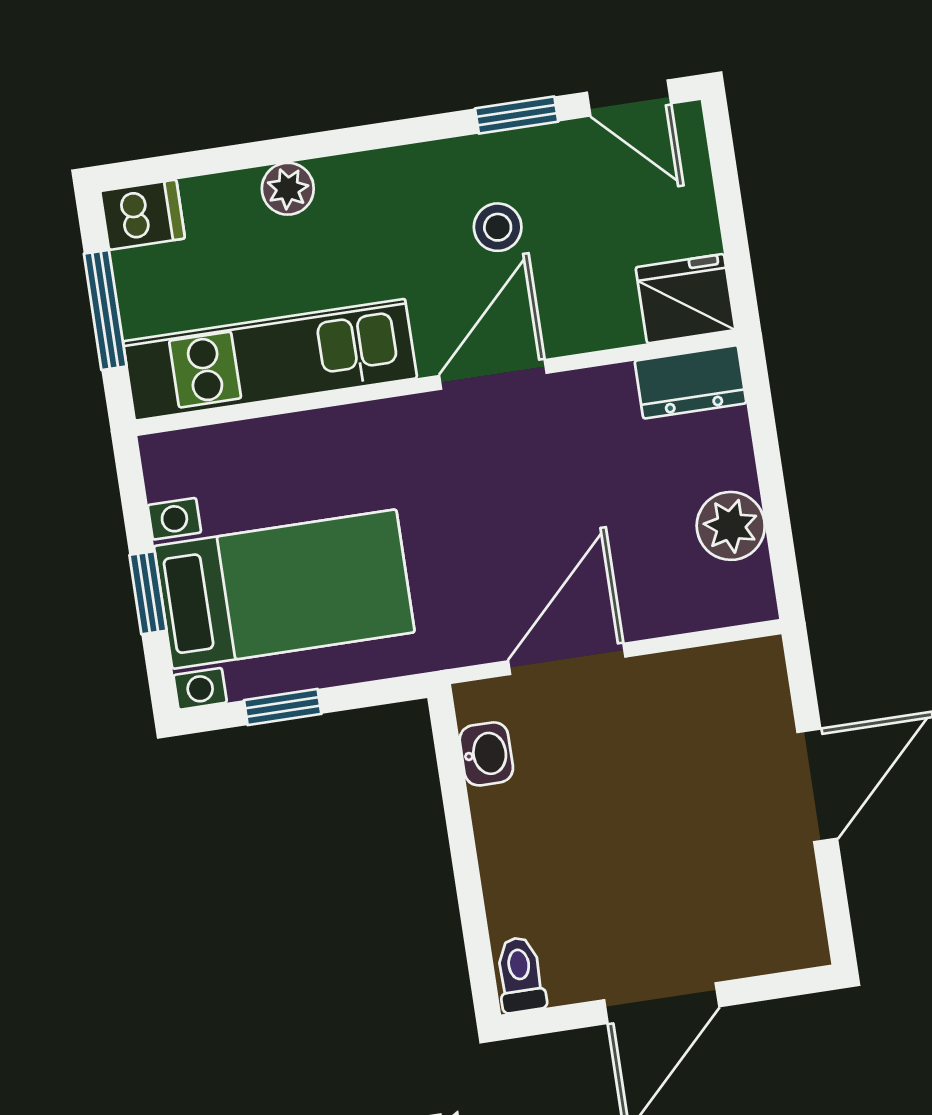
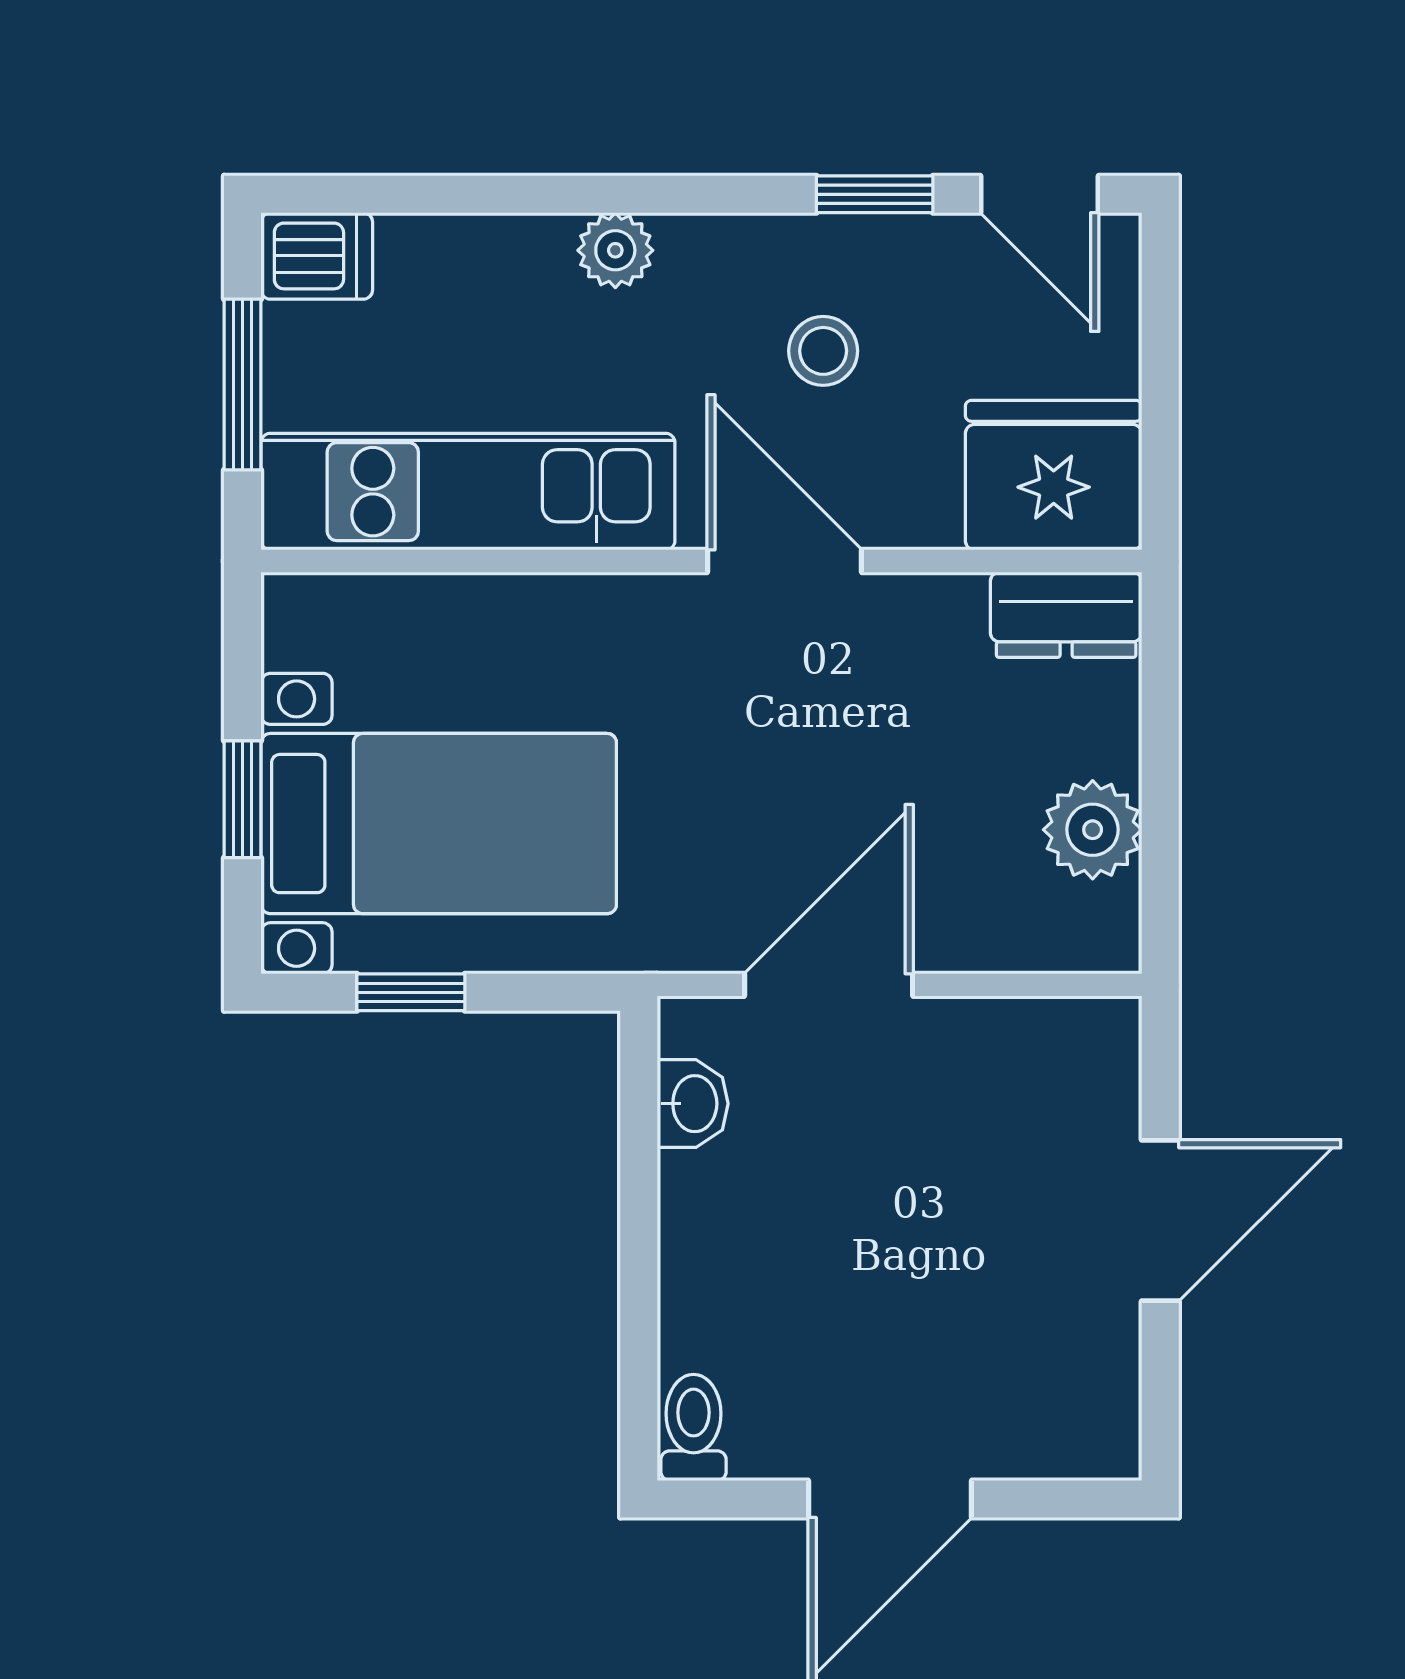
plant: (288, 189) -> (615, 250), moved
fridge: (686, 299) -> (1054, 475), width x1.36, depth x1.34
door: (493, 374) -> (784, 561), hinge flipped

